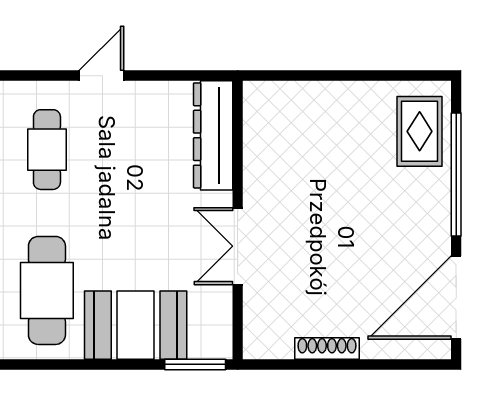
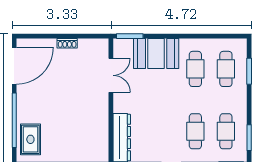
double door: (238, 246) -> (111, 75), moved
cafe table: (47, 290) -> (195, 69), width x0.73, depth x0.74
shoe rack: (327, 348) -> (67, 43), width x0.70

